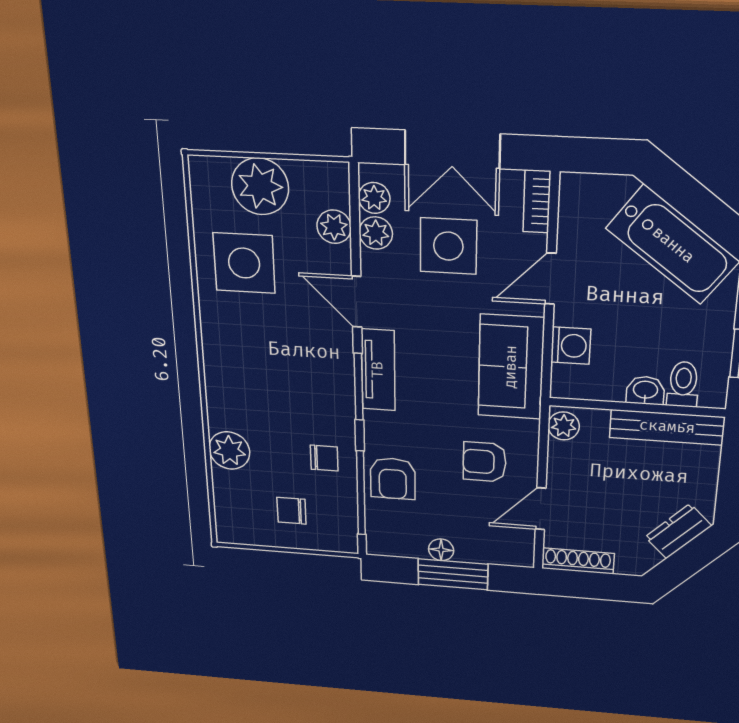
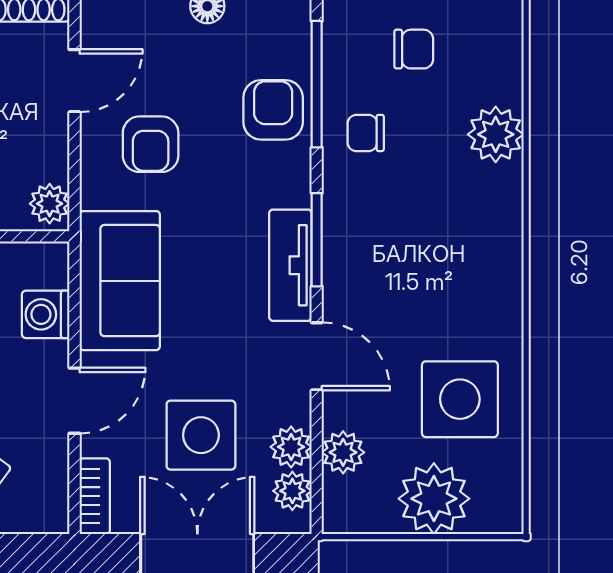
armchair: (485, 462) -> (151, 144), turned 90

